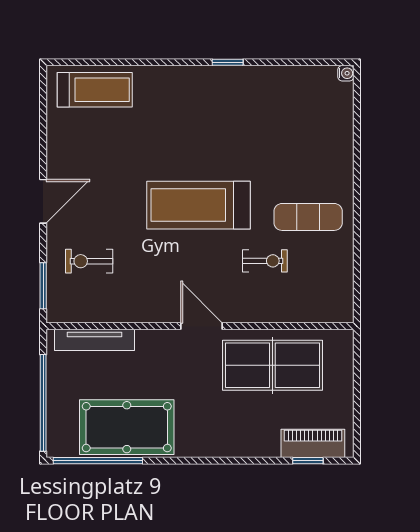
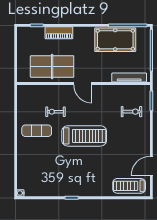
door: (43, 201) -> (151, 166), moved
piano: (313, 443) -> (59, 33), moved

